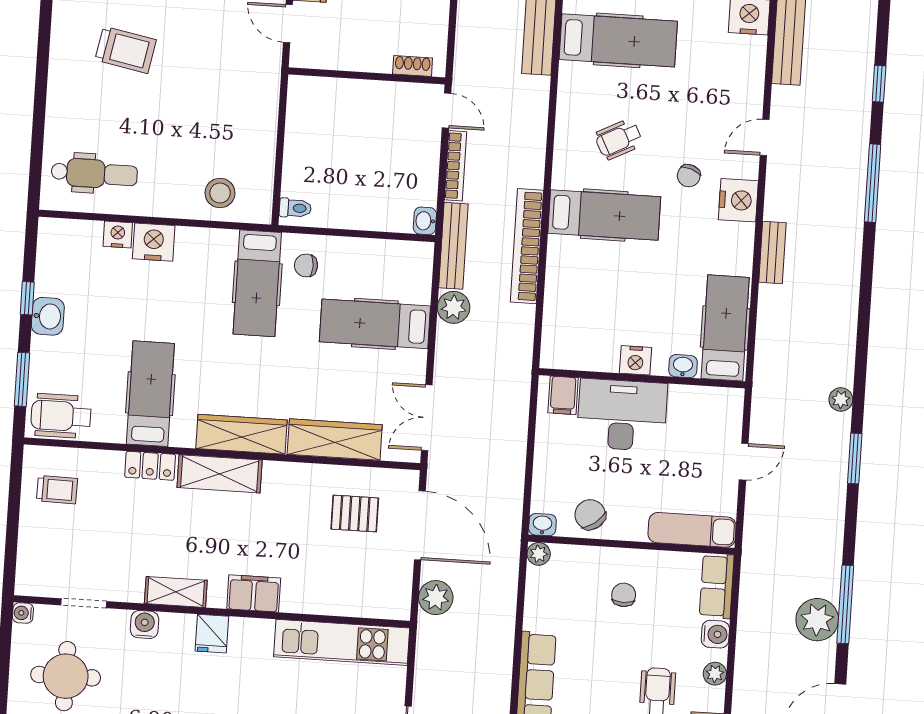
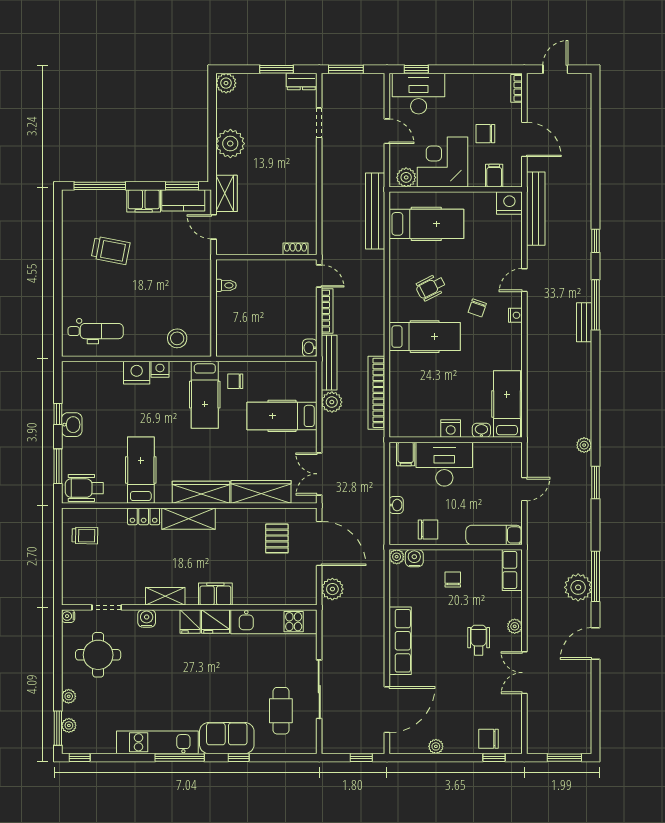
nightstand: (738, 200) -> (515, 315), width x0.53, depth x0.56
toilet: (295, 208) -> (226, 285), moved
nightstand: (118, 235) -> (160, 369), moved
bookcase: (527, 246) -> (376, 393), moved
bench: (772, 253) -> (584, 322), moved
pallet: (355, 514) -> (277, 538), turned 90
chair: (590, 515) -> (428, 529), turned 127
washbasin: (542, 525) -> (396, 505), moved, turned 90
water cooler: (715, 634) -> (414, 558), moved, turned -90
fridge: (251, 636) -> (216, 621), added

